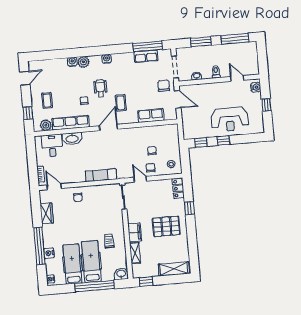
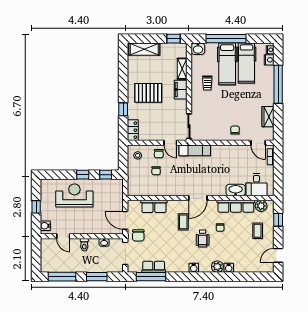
exam couch: (101, 175) -> (195, 150), moved
nightstand: (49, 253) -> (269, 60), moved

